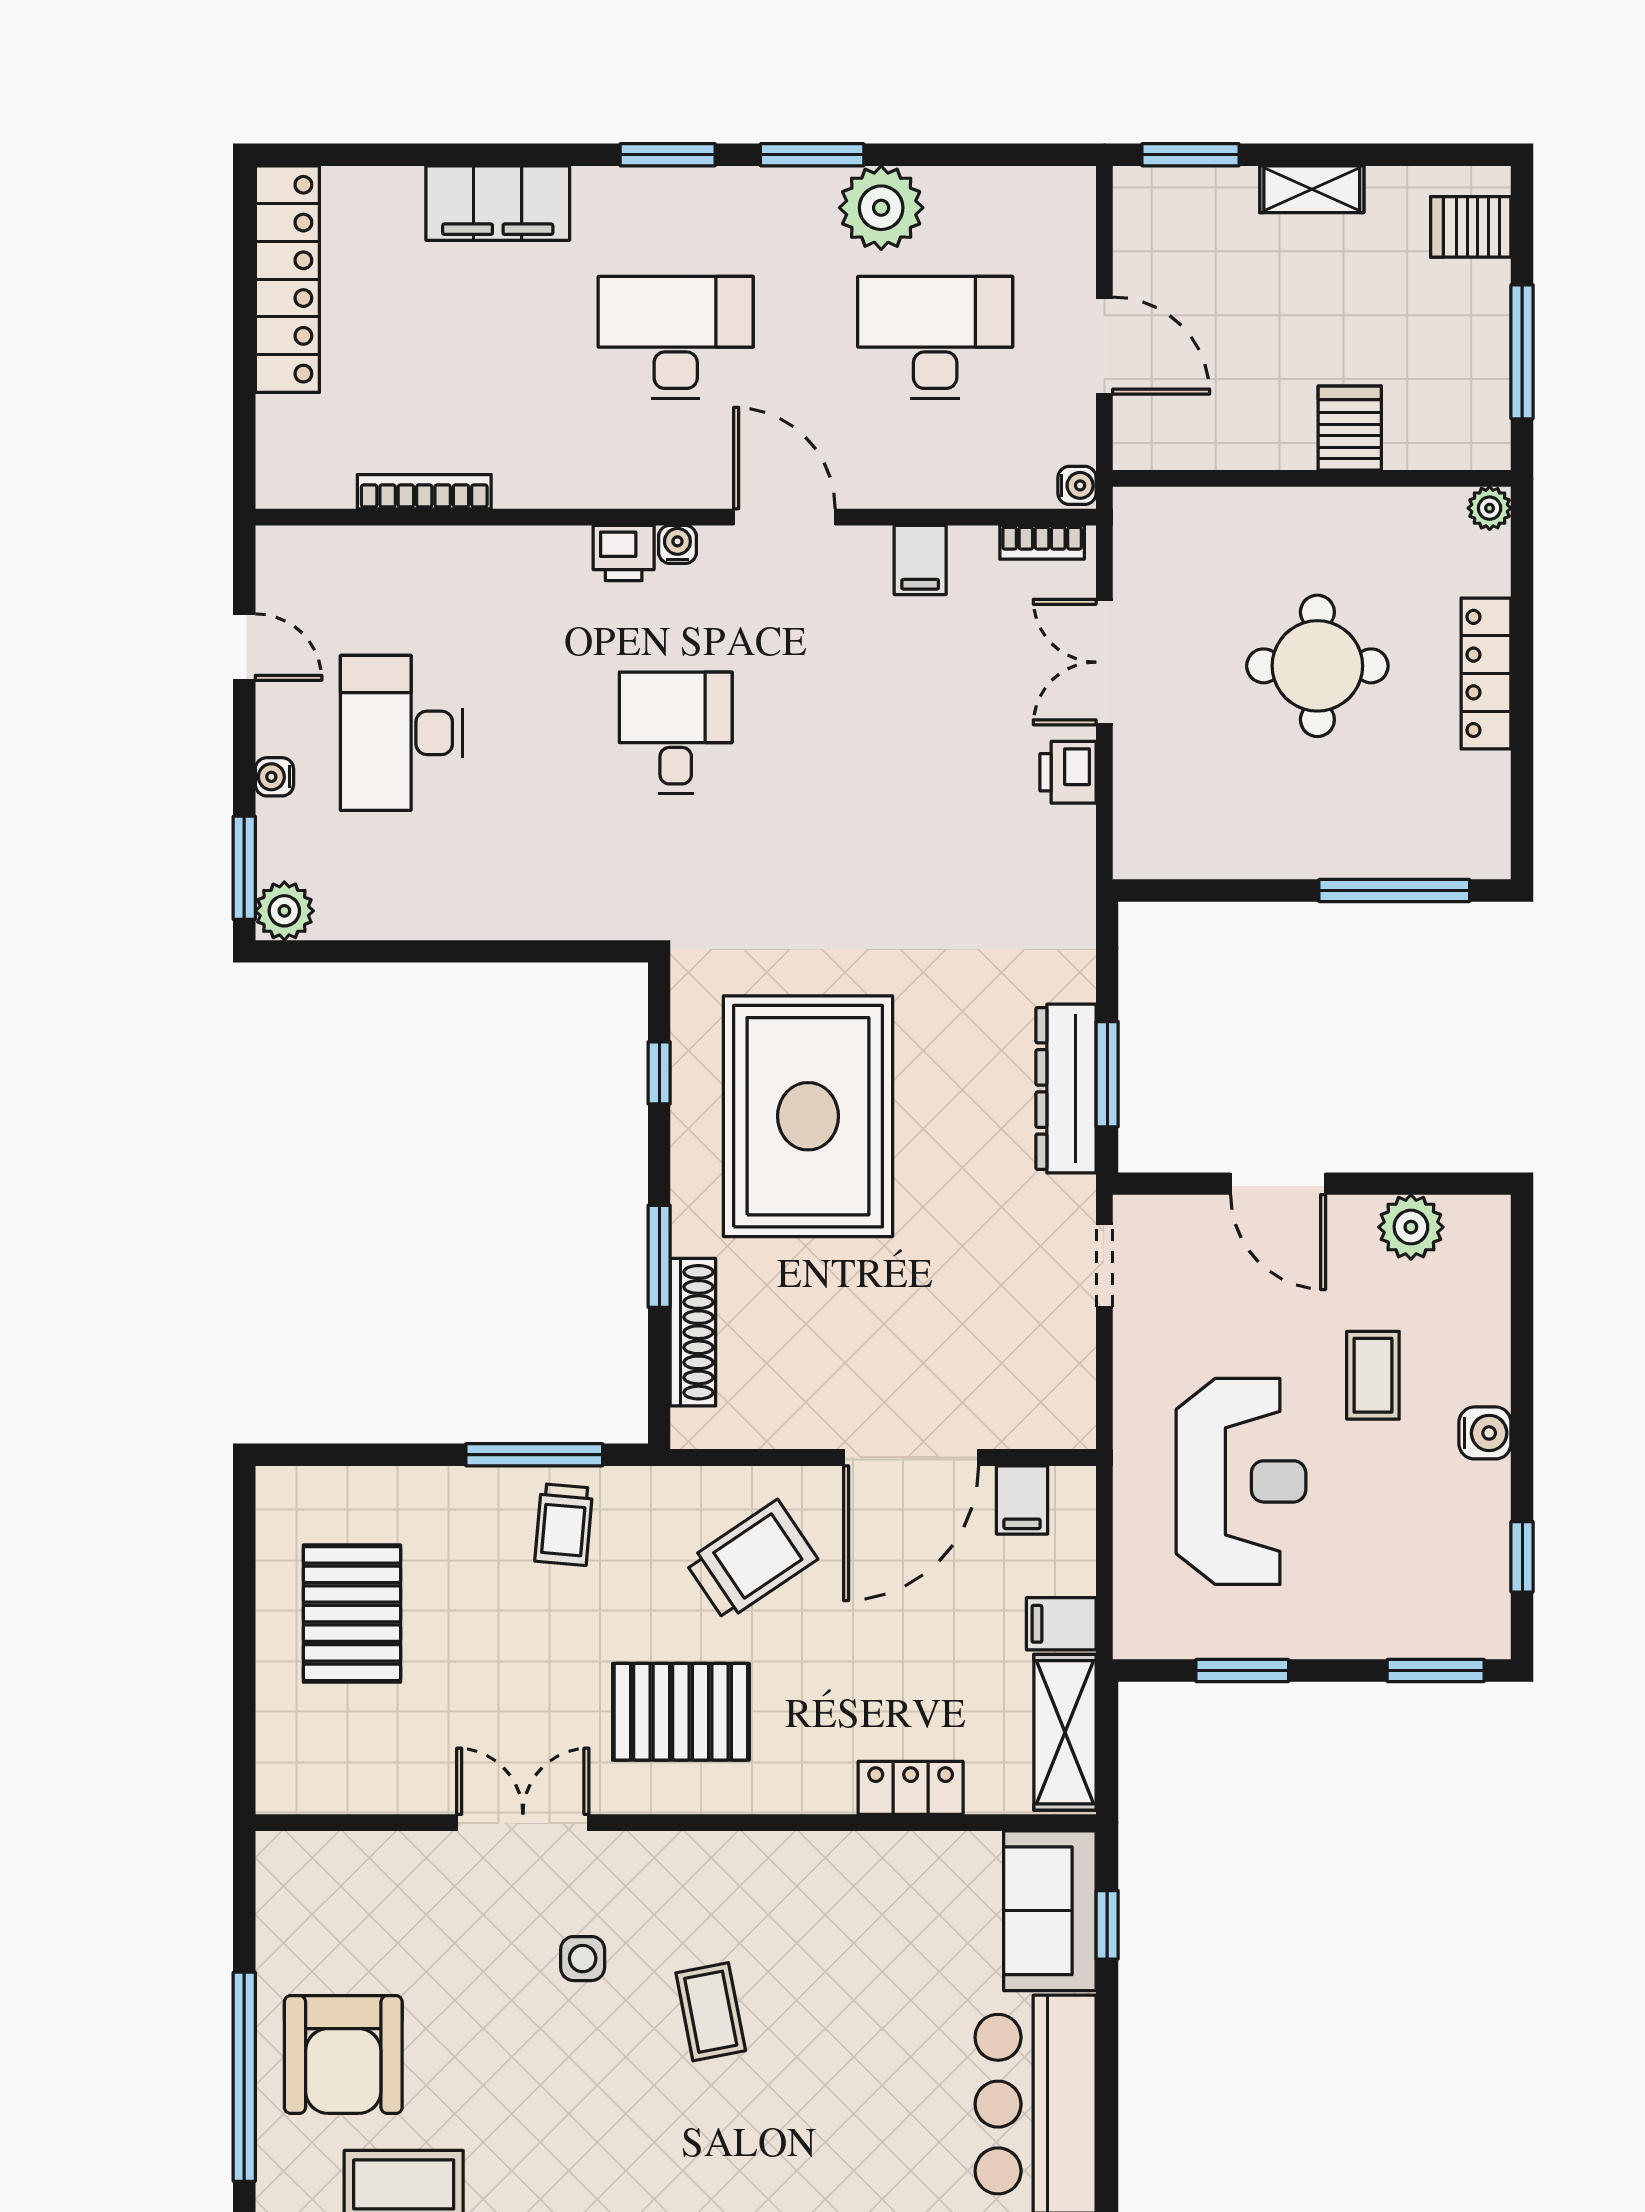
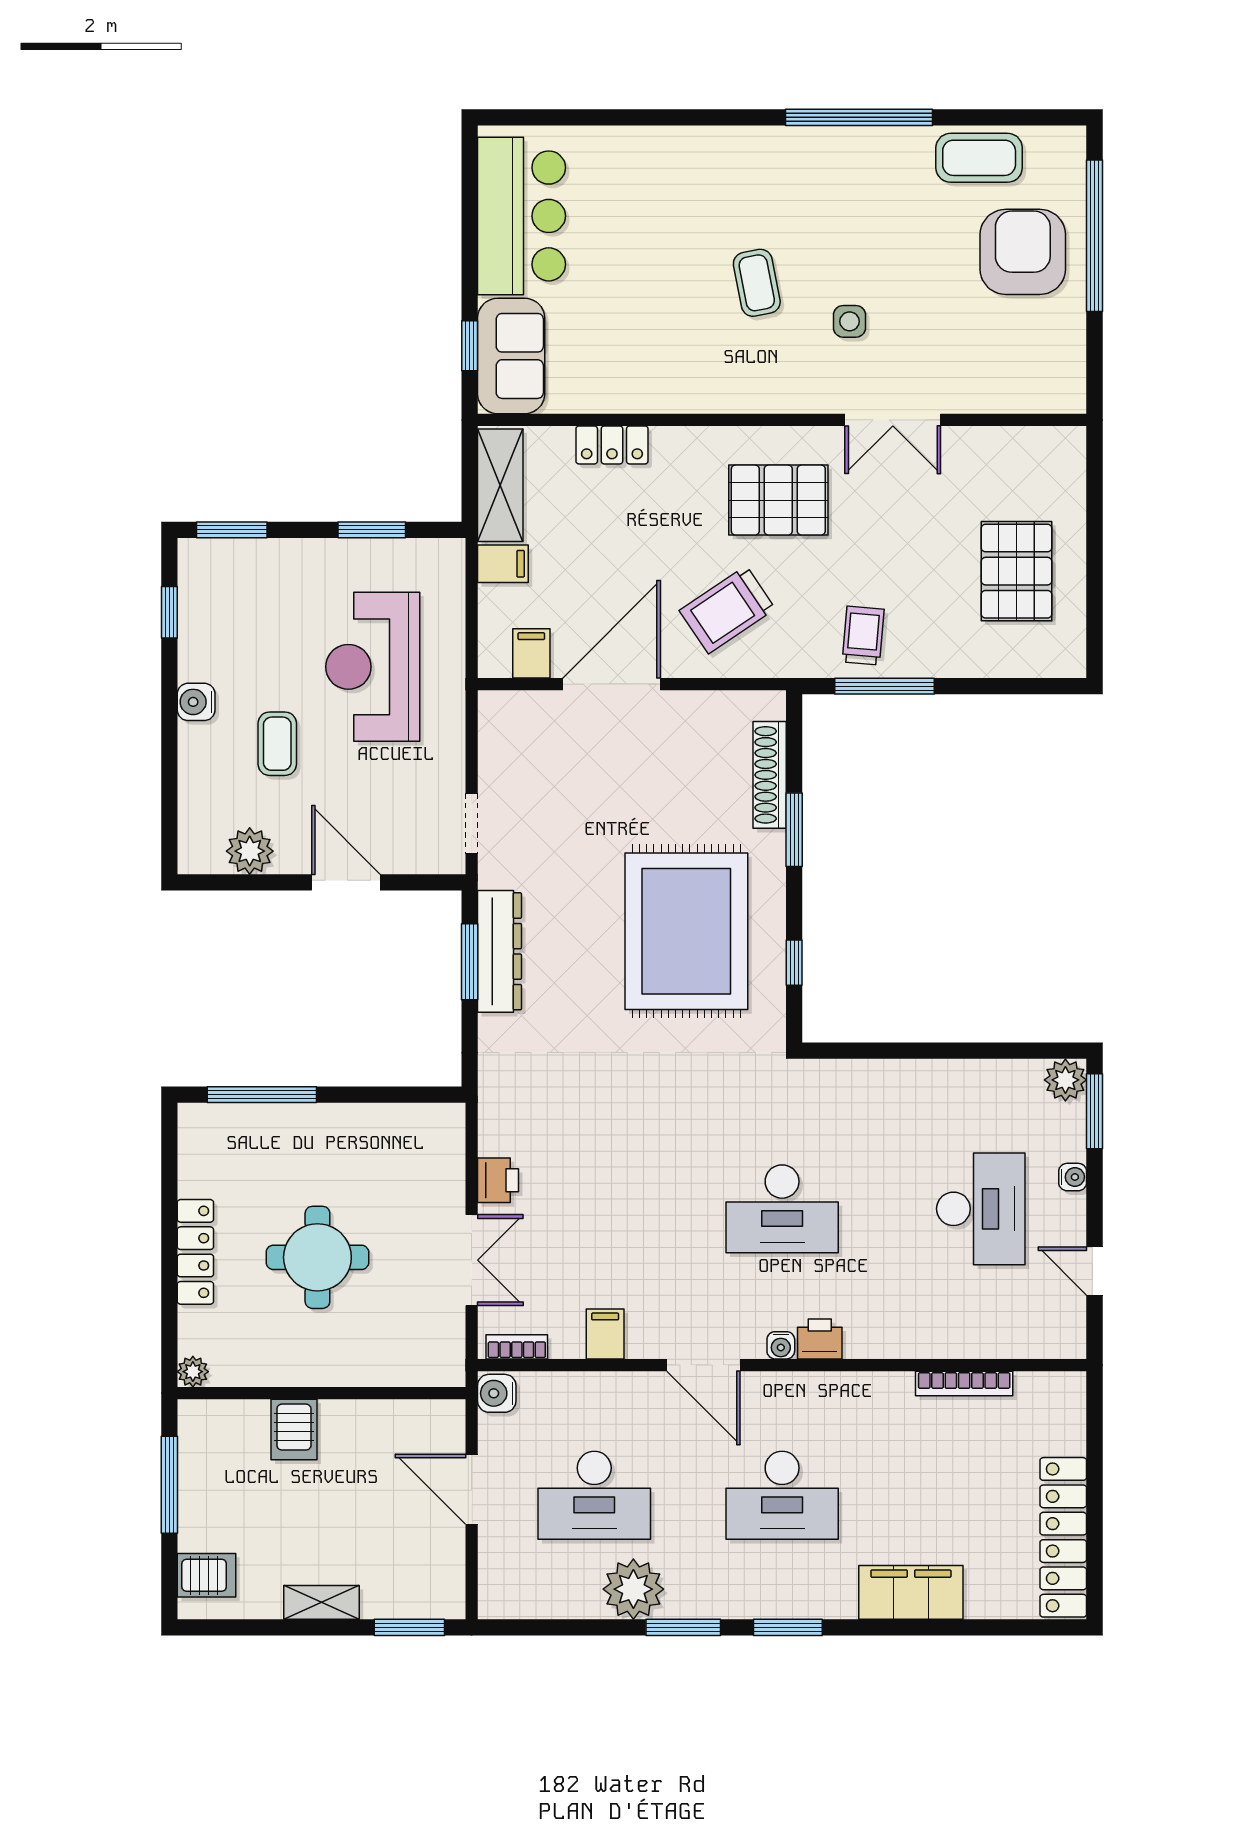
water cooler: (1077, 485) -> (497, 1393), width x1.38, depth x1.38
desk: (676, 733) -> (782, 1209), width x1.37

